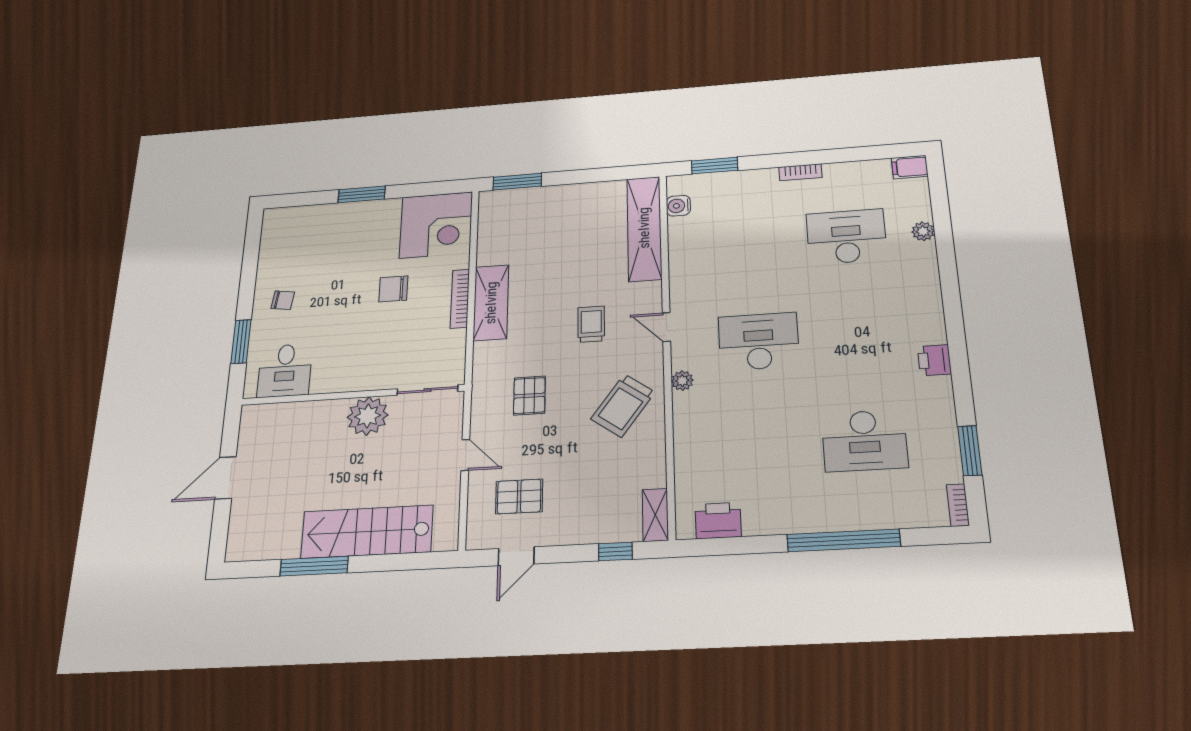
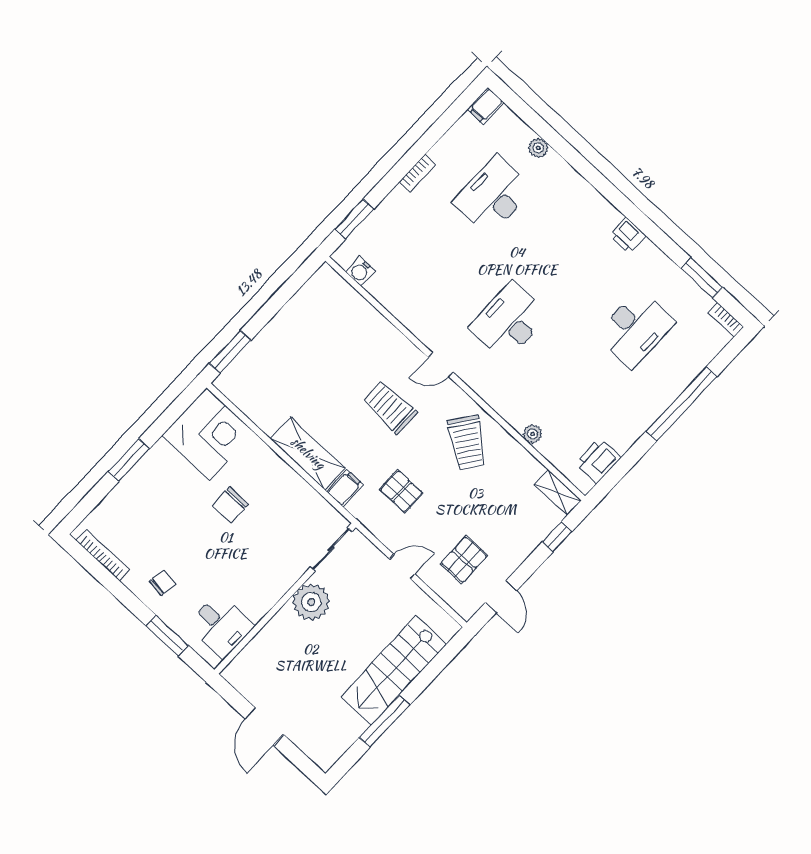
shelving: (644, 228) -> (355, 308), removed
bookcase: (460, 299) -> (103, 555), moved, turned 180
trolley: (591, 324) -> (390, 407), width x1.36, depth x1.39
filing cabinet: (489, 353) -> (345, 488), added
plant: (682, 381) -> (532, 434), moved

